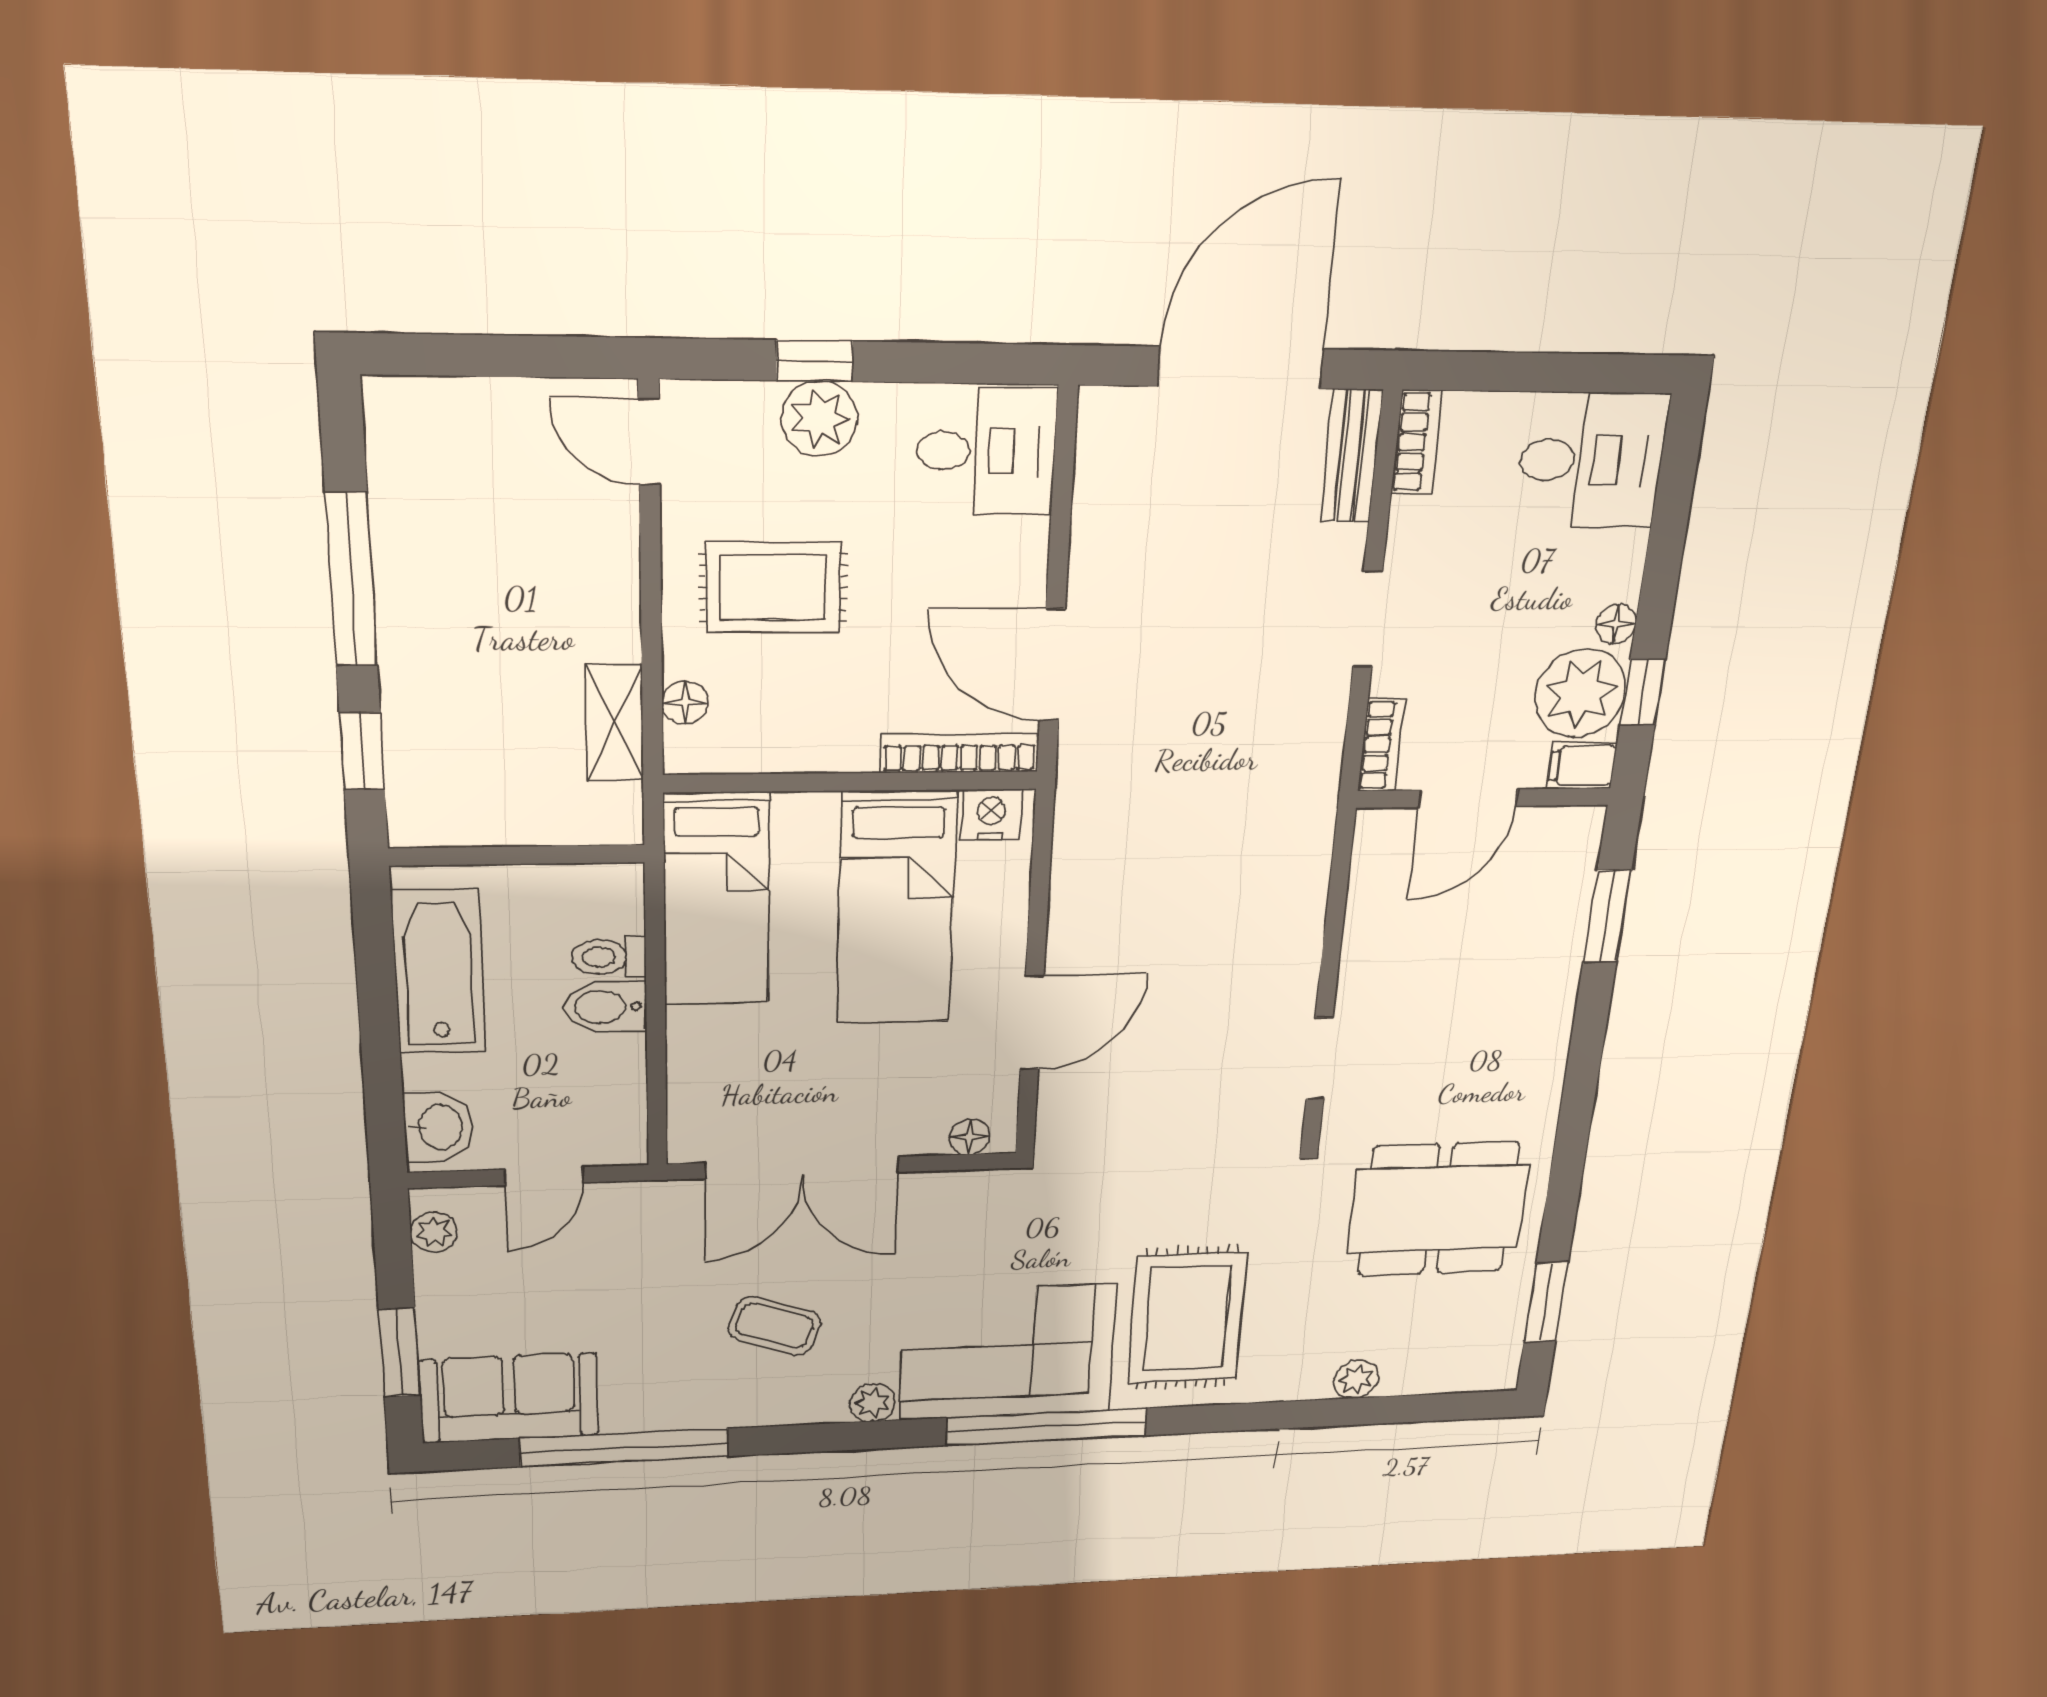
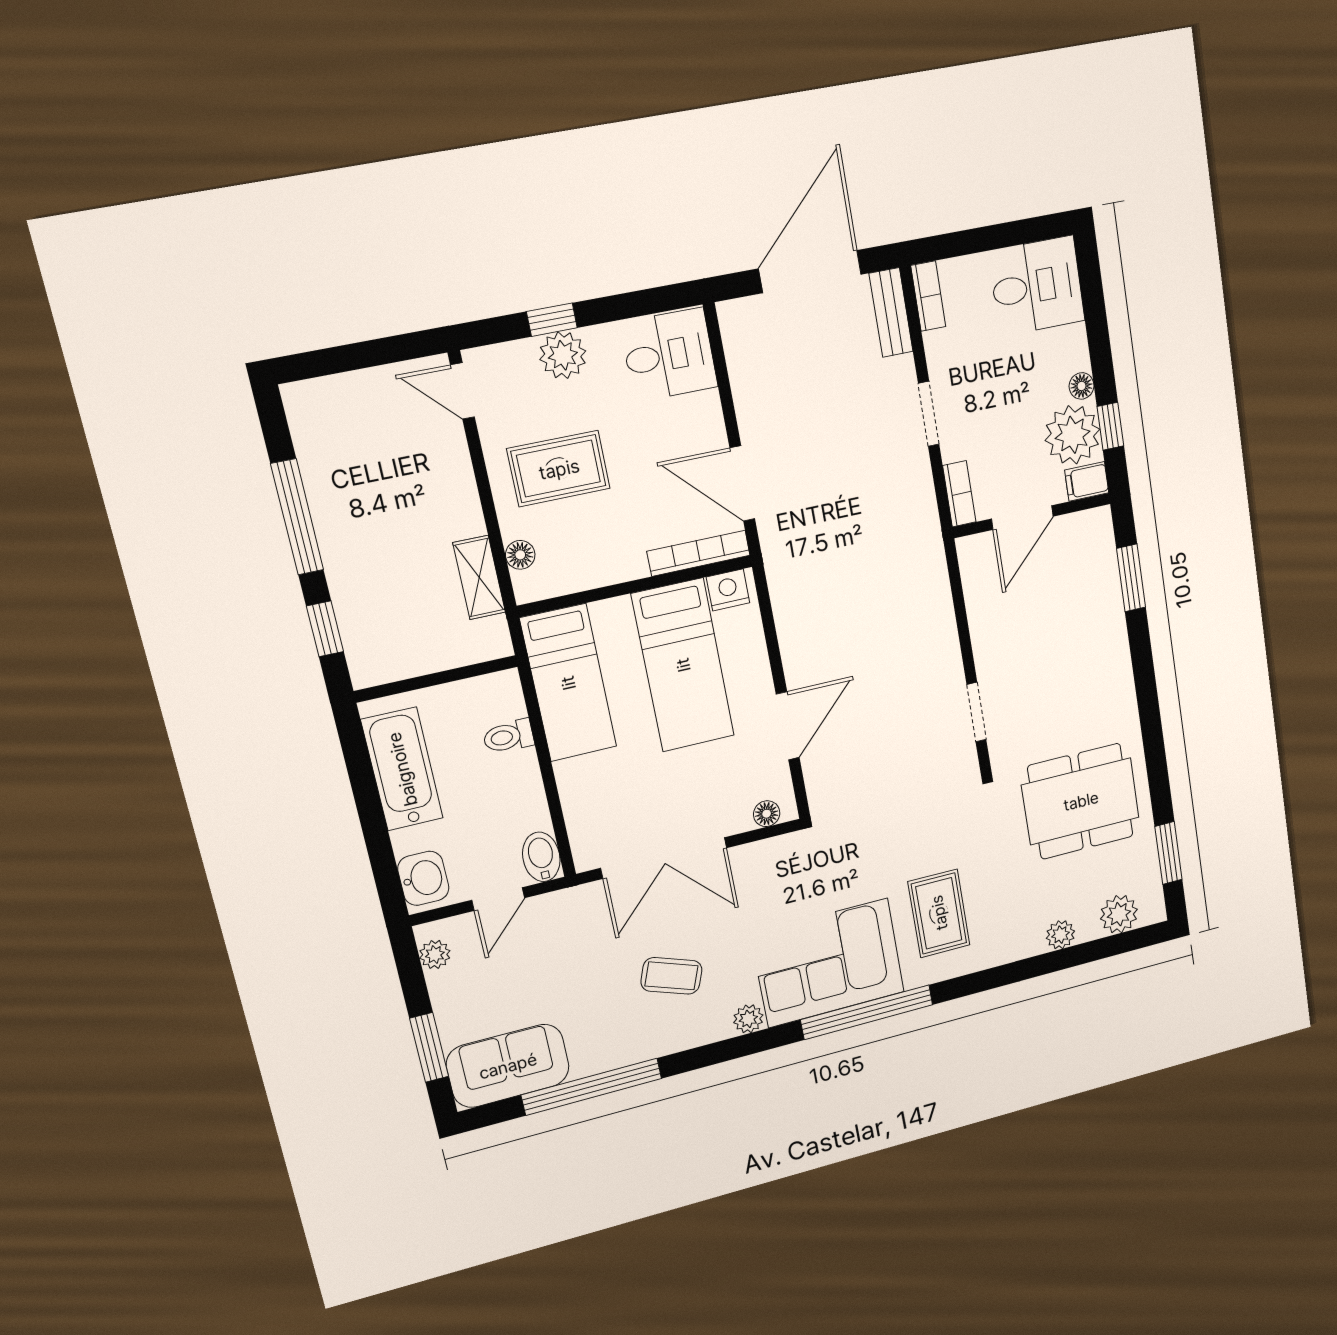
bidet: (606, 1007) -> (541, 857), moved, turned 90
rug: (1187, 1318) -> (939, 913), width x0.73, depth x0.70
plant: (1449, 1369) -> (1119, 914), added

